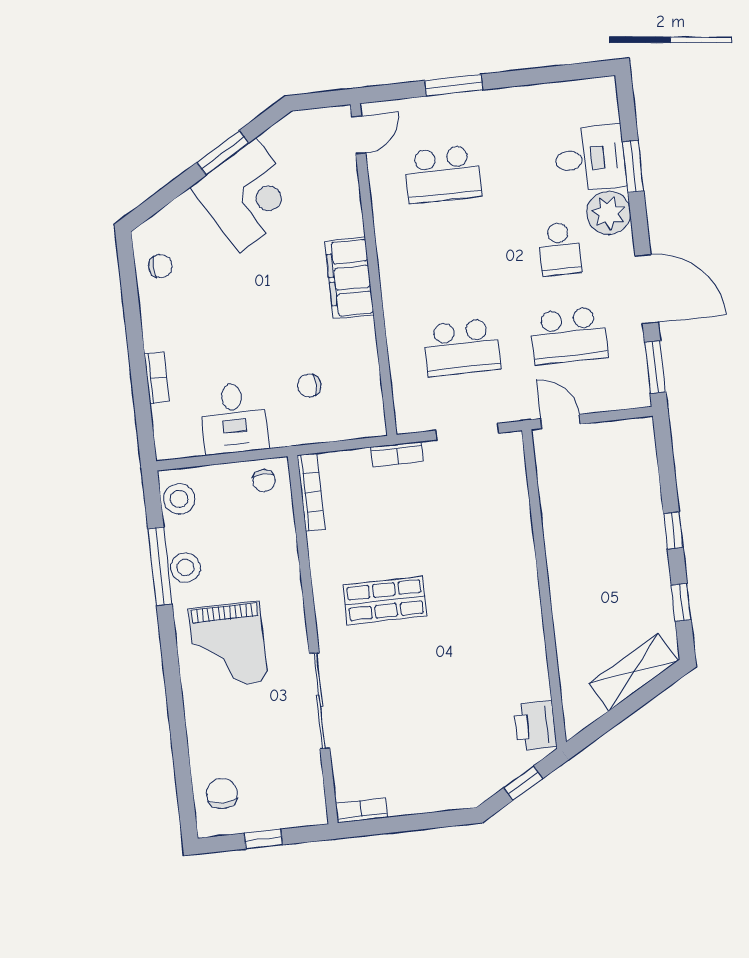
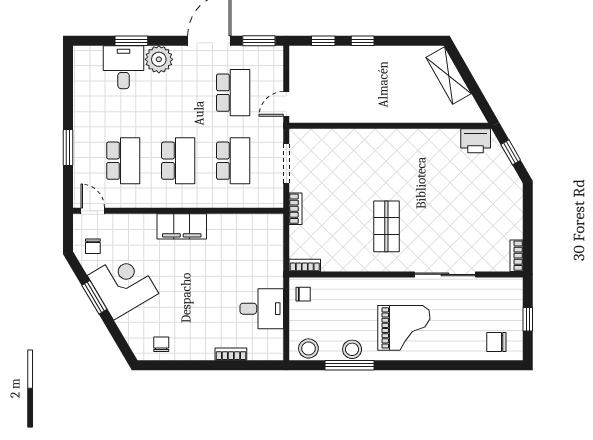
school desk: (559, 249) -> (178, 161), moved, width x1.85
chair: (309, 386) -> (93, 246), moved
bookcase: (311, 492) -> (305, 265), width x0.64
window: (681, 602) -> (323, 41), moved

